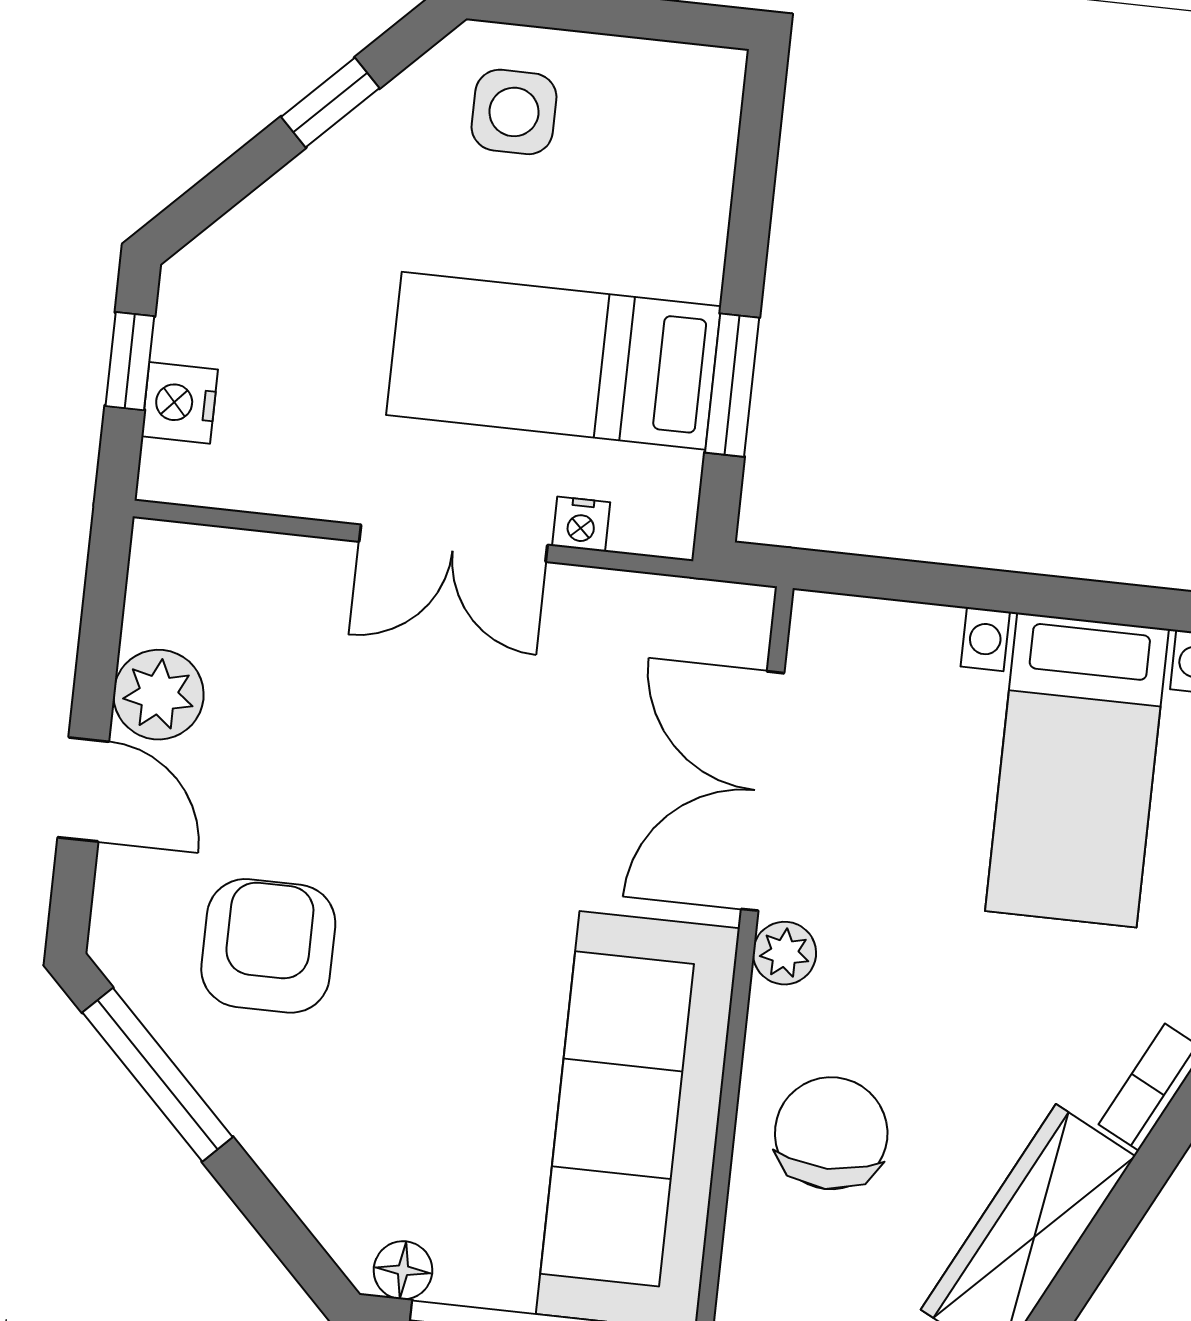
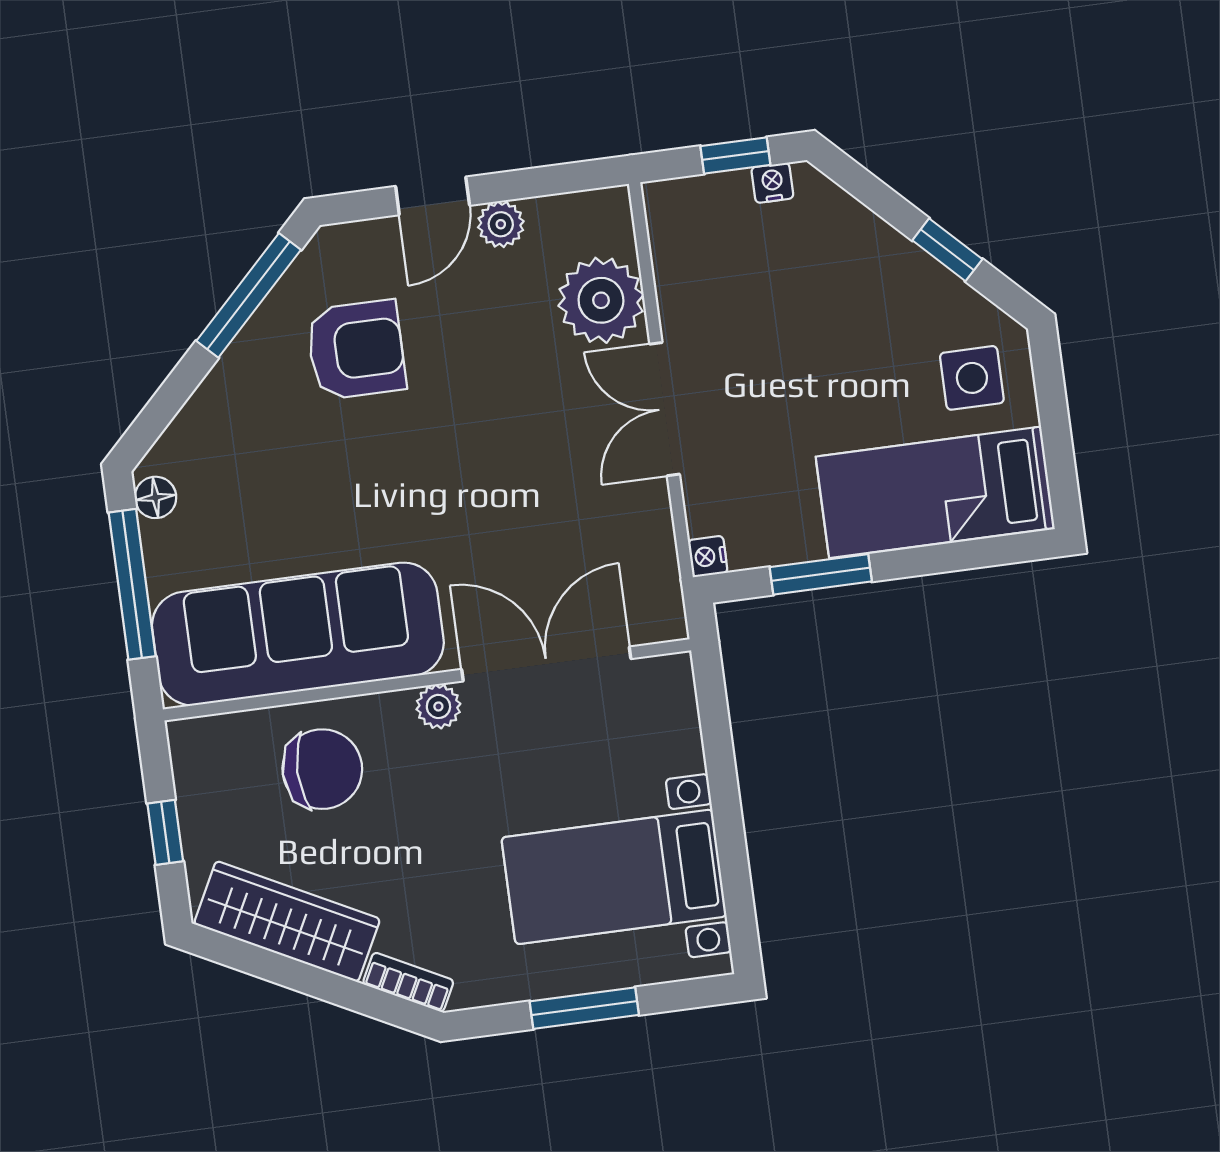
bed: (554, 361) -> (935, 492), moved, turned -90
nightstand: (180, 403) -> (772, 183), moved, width x0.72, depth x0.74
nightstand: (581, 524) -> (708, 556), moved
plant: (283, 594) -> (601, 300), added
plant: (159, 695) -> (501, 224), width x0.73, depth x0.73

